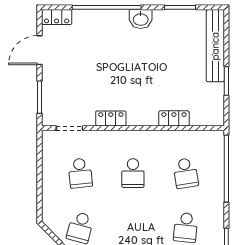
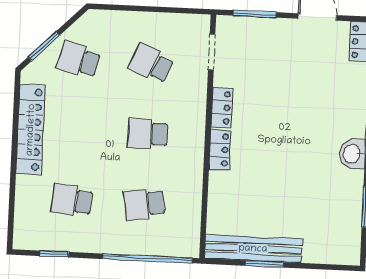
bench: (215, 46) -> (253, 249), moved
locker: (174, 118) -> (220, 150), moved
school desk: (80, 173) -> (151, 63), turned 30

